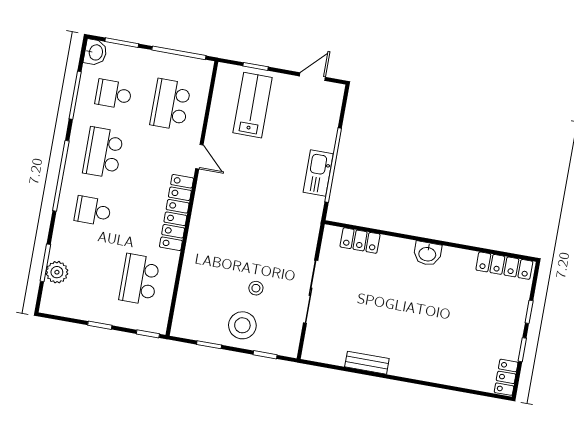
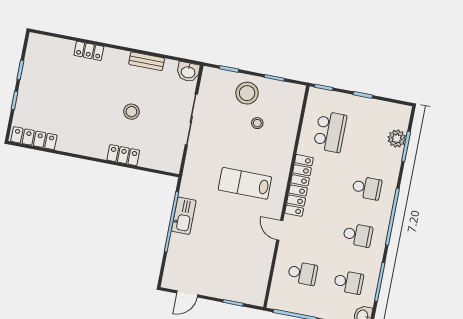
school desk: (171, 104) -> (303, 273), width x0.54
lab bench: (253, 105) -> (245, 183), moved, turned 90
school desk: (103, 153) -> (358, 235), width x0.54
locker: (360, 240) -> (123, 155), moved
washbasin: (427, 254) -> (188, 72), moved, turned 180
stool: (256, 288) -> (257, 123), moved
stool: (385, 300) -> (131, 112), added
locker: (506, 377) -> (89, 51), moved, turned 90

